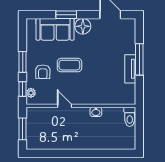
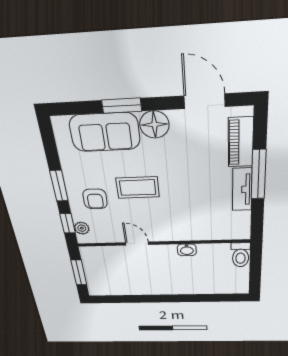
piano: (129, 39) -> (241, 142), added

